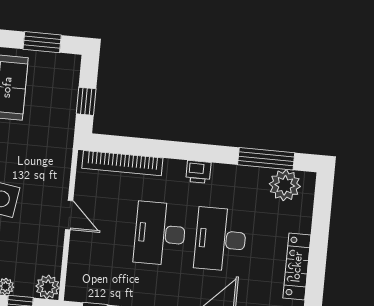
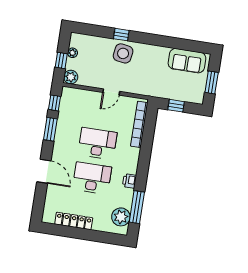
printer: (198, 172) -> (129, 181), moved

